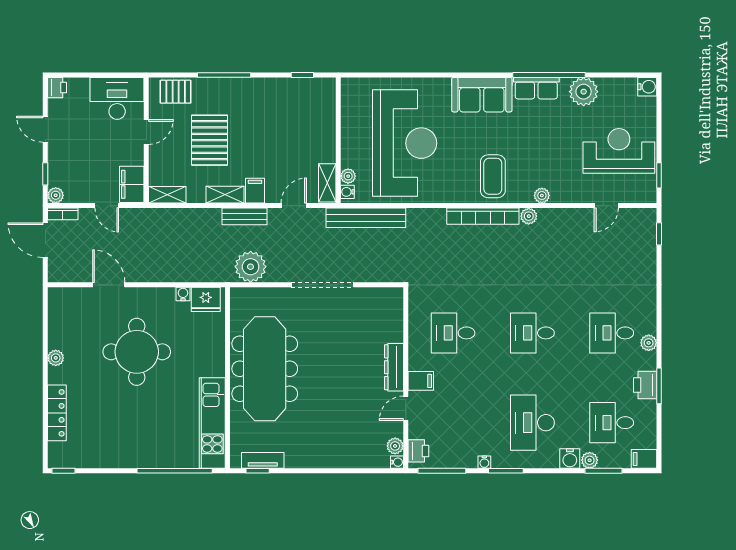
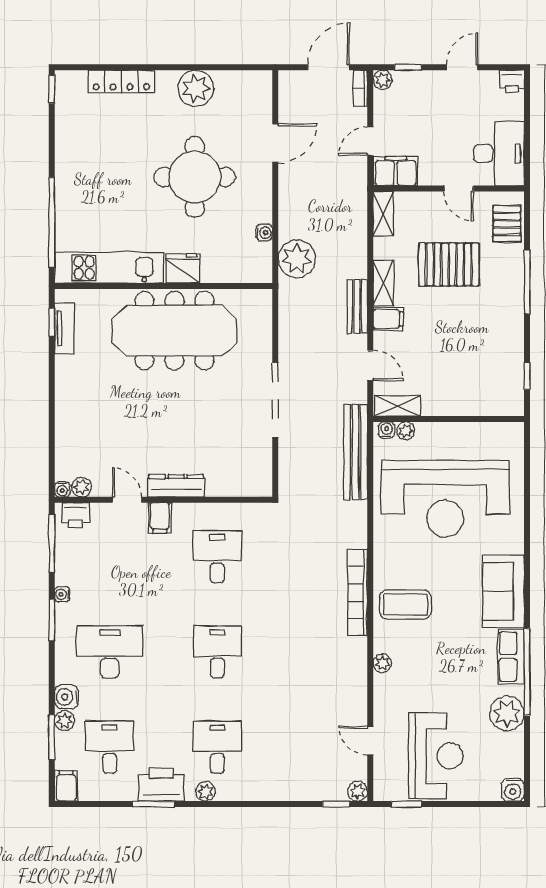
plant: (529, 216) -> (358, 791), moved
plant: (251, 267) -> (297, 259), moved
fridge: (206, 299) -> (183, 268), moved, turned 90
plant: (56, 358) -> (196, 88), width x1.88, depth x1.88
printer: (645, 385) -> (161, 785), width x1.37, depth x1.19

